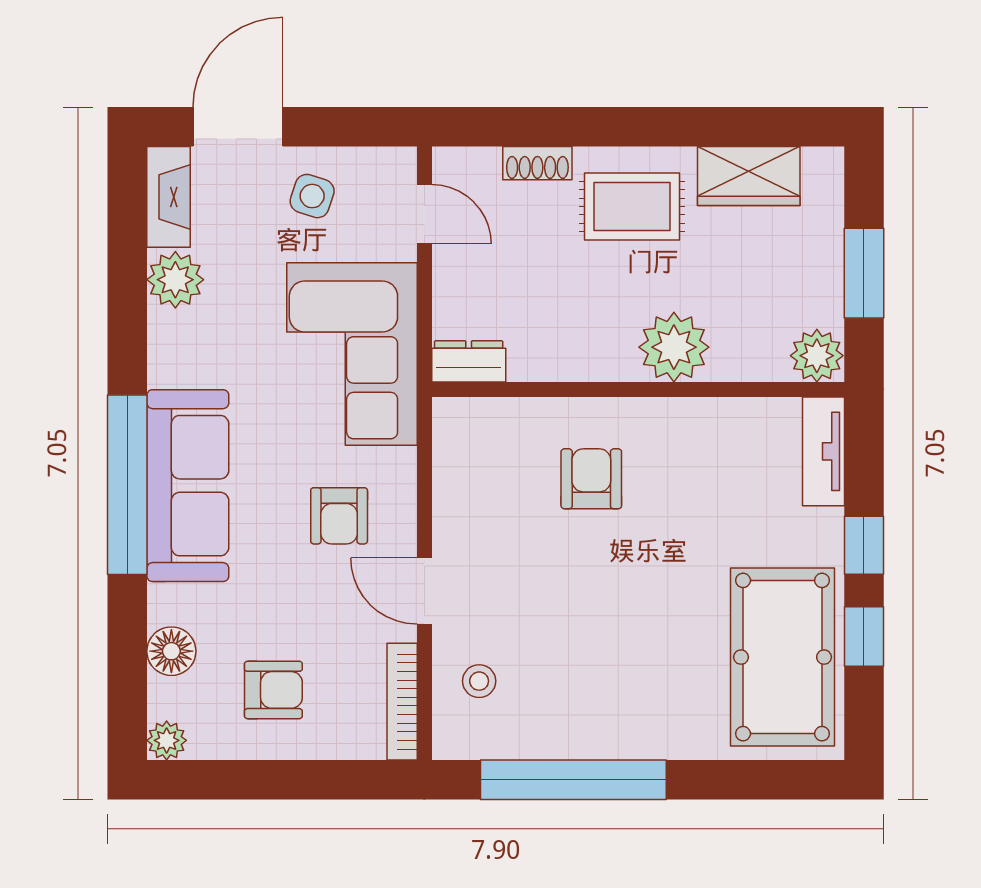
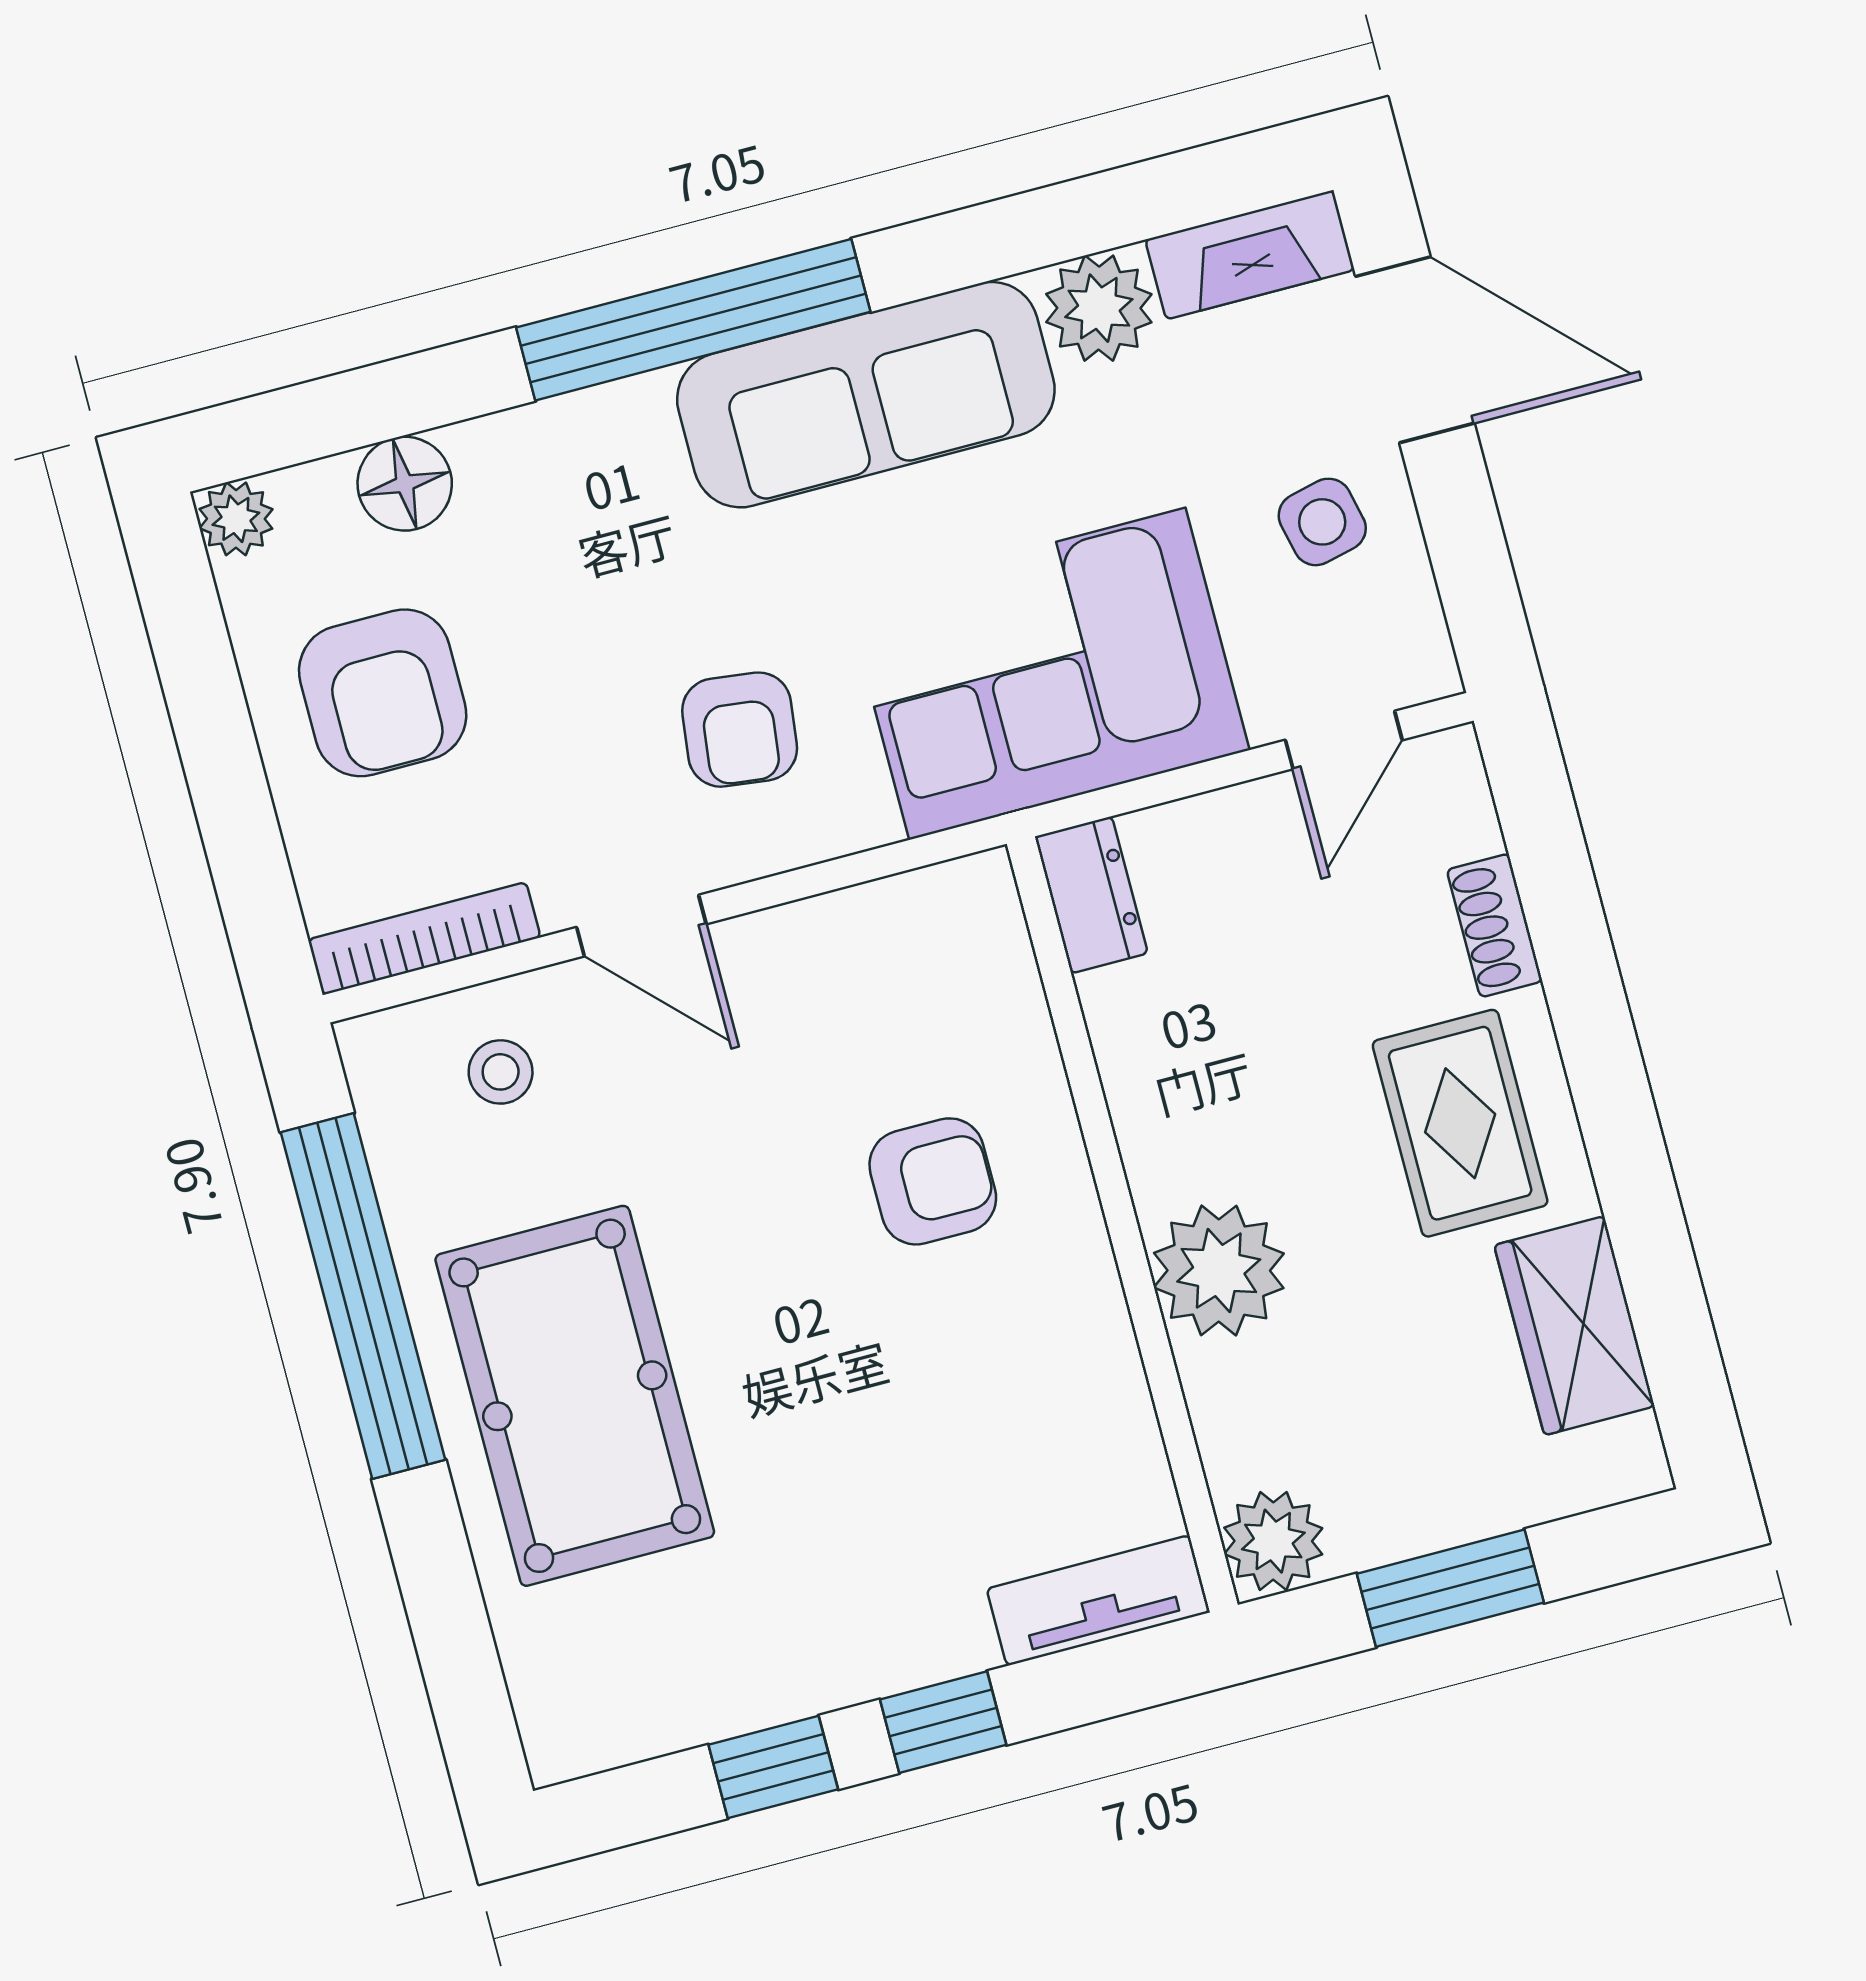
side table: (312, 196) -> (1322, 522), turned -31
sofa: (188, 486) -> (866, 395), moved
armchair: (339, 516) -> (740, 730), turned -83
door: (424, 591) -> (641, 926), swing flipped
pool table: (783, 657) -> (575, 1396), moved, turned 90
armchair: (273, 690) -> (383, 693), width x1.38, depth x1.38

